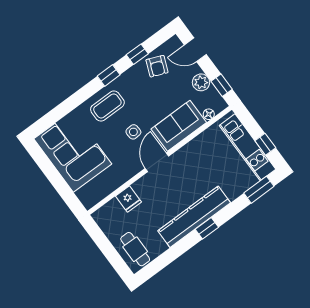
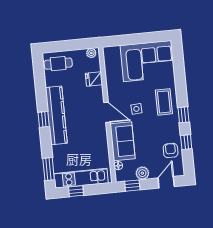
armchair: (157, 66) -> (171, 150), turned 68
plant: (101, 219) -> (91, 53), added

